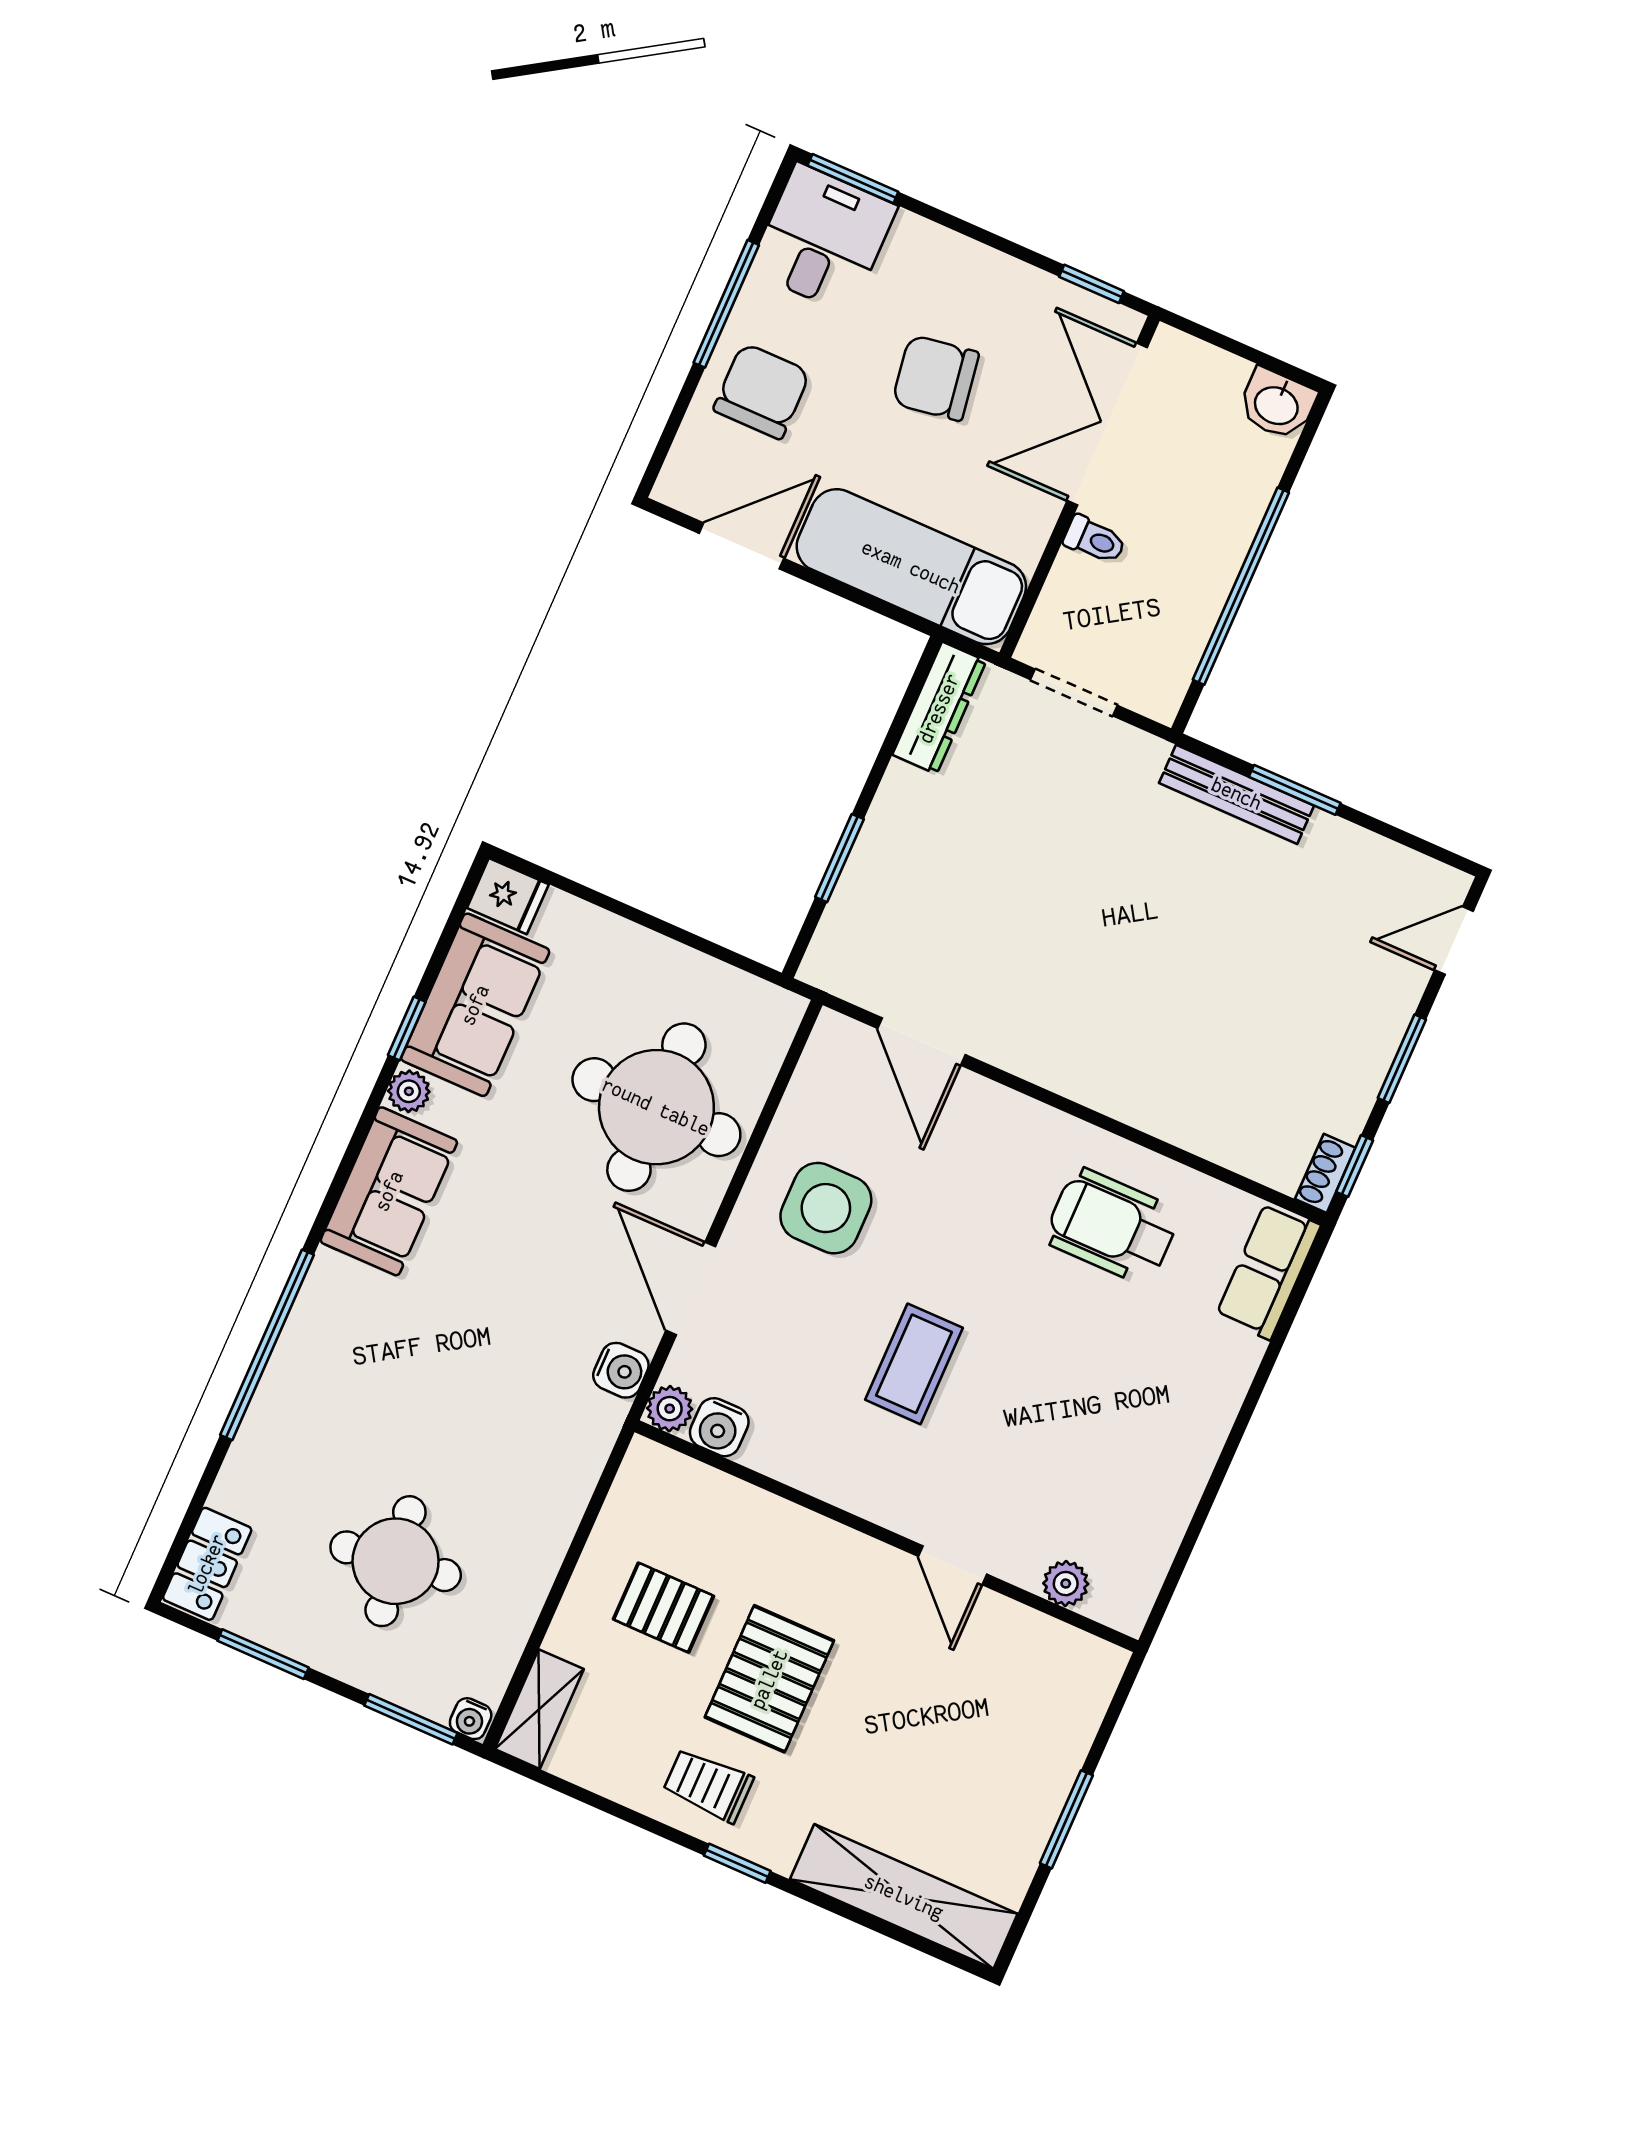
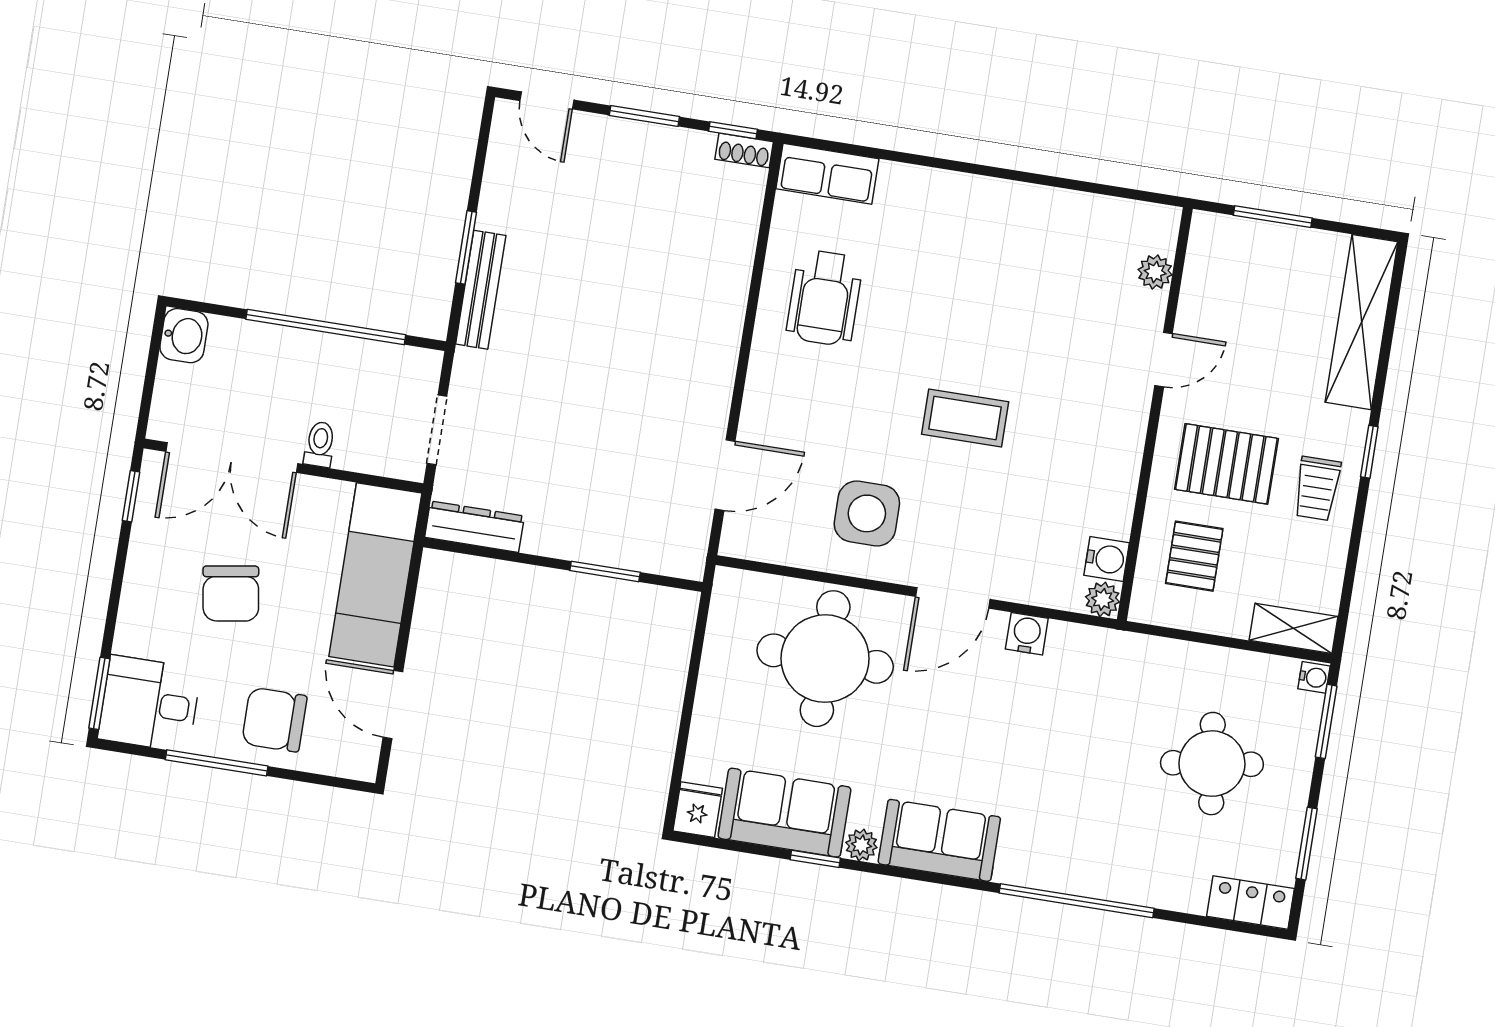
plant: (670, 1409) -> (1103, 599), moved
water cooler: (719, 1427) -> (1107, 559), moved
wall: (886, 1536) -> (1155, 414), moved
door: (952, 1565) -> (1164, 359), moved
plant: (1066, 1584) -> (1155, 272), moved

